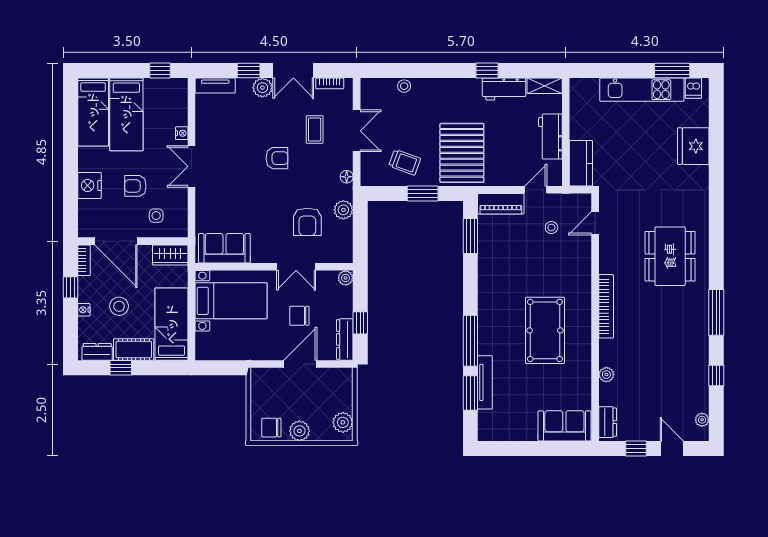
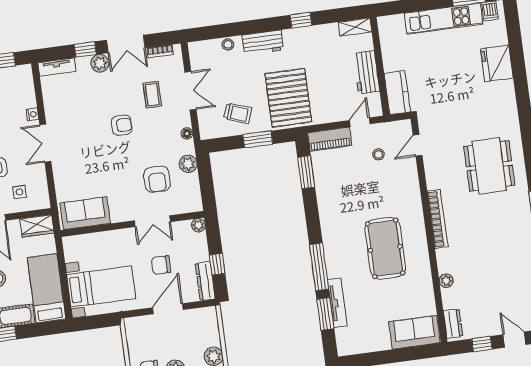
workbench: (504, 89) -> (263, 42), moved
bed with nightstands: (231, 301) -> (101, 286), moved

